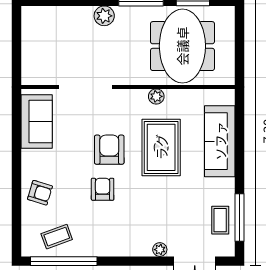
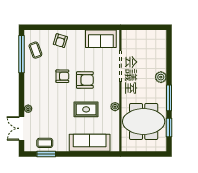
rug: (161, 147) -> (86, 109), width x0.73, depth x0.70
window: (240, 218) -> (46, 154), width x0.69

